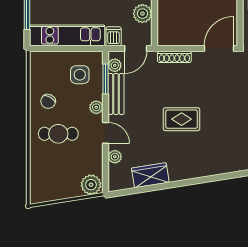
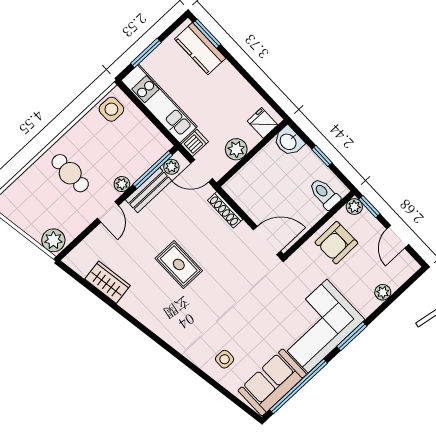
side table: (80, 75) -> (111, 109), moved
window: (106, 79) -> (153, 170), width x1.44
chair: (48, 101) -> (89, 139), removed
plant: (115, 157) -> (95, 238), removed

